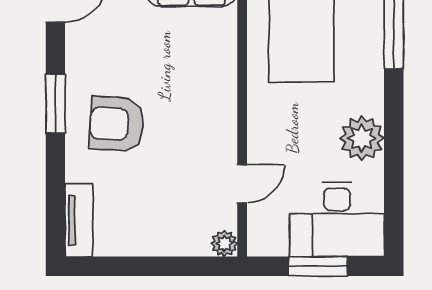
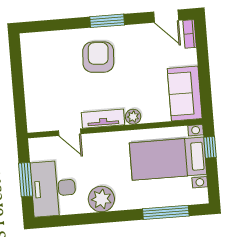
tv unit: (79, 220) -> (103, 119), moved, turned 180
plant: (224, 244) -> (133, 117), moved

